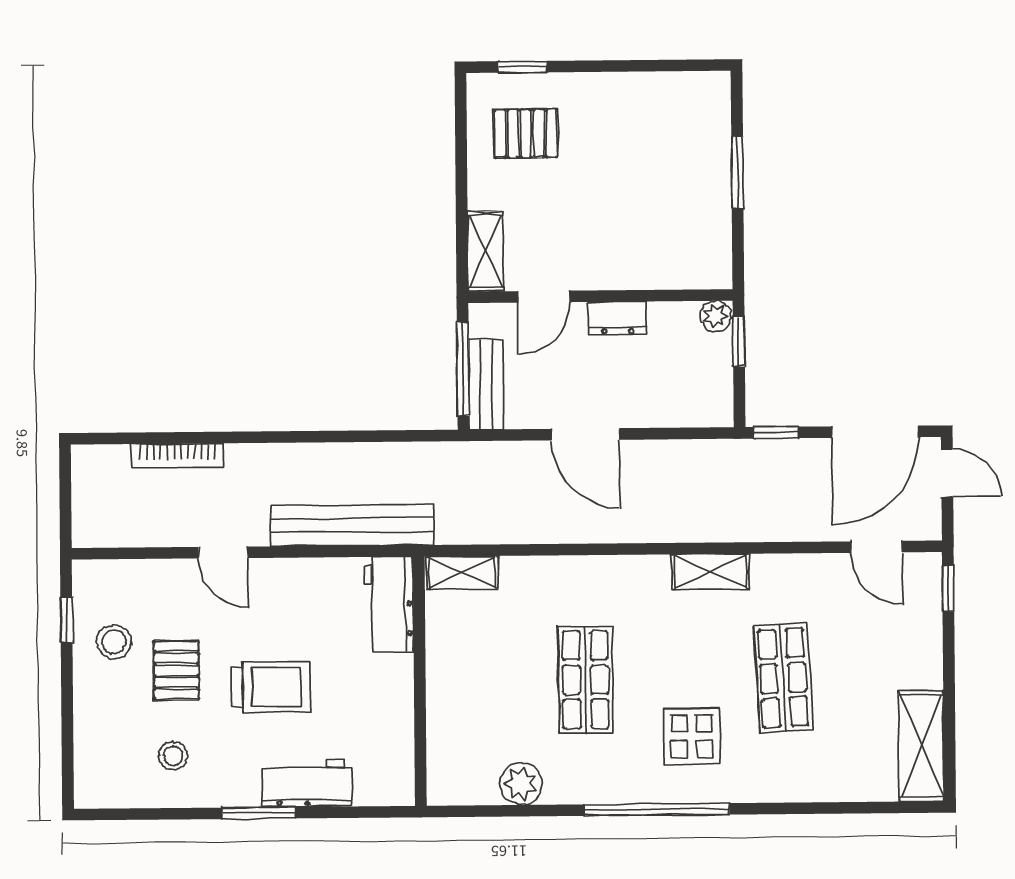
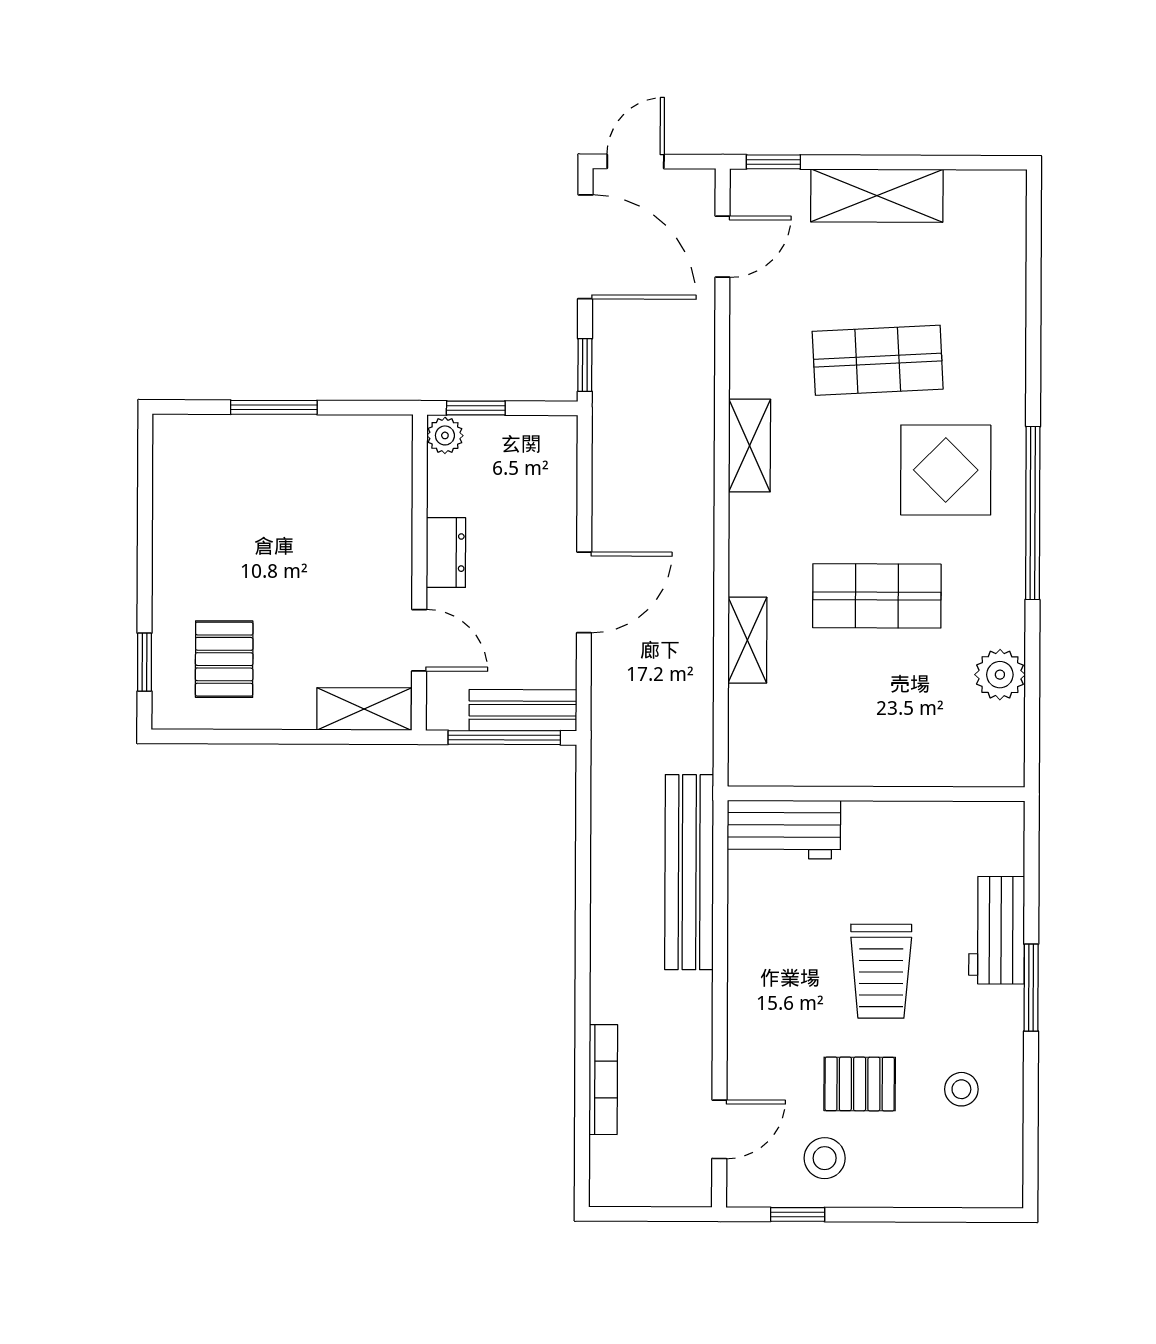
door: (223, 552) -> (719, 1129), moved
shelving: (462, 572) -> (747, 640), moved
trolley: (271, 687) -> (881, 971), turned 180
display table: (692, 736) -> (946, 470), width x1.36, depth x1.36
shelving: (922, 746) -> (877, 196), moved

